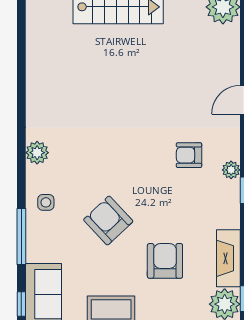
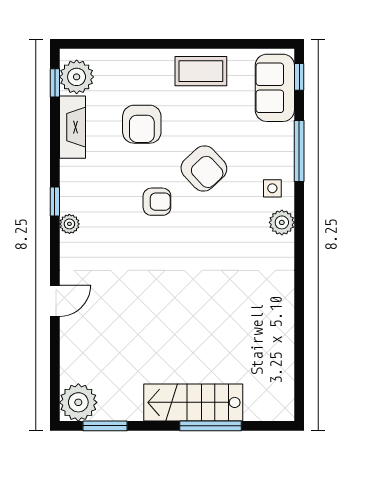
plant: (37, 153) -> (282, 222), moved
armchair: (189, 155) -> (157, 202), moved

